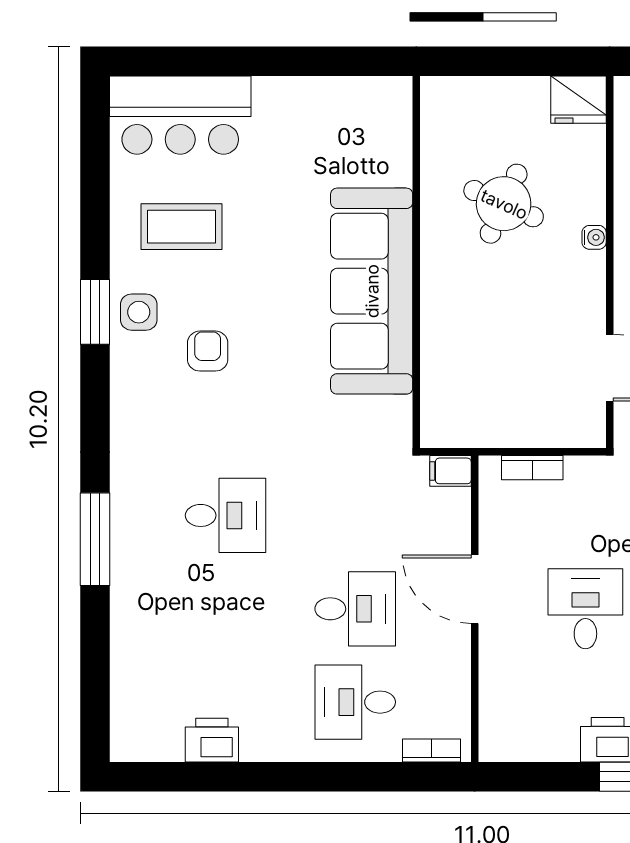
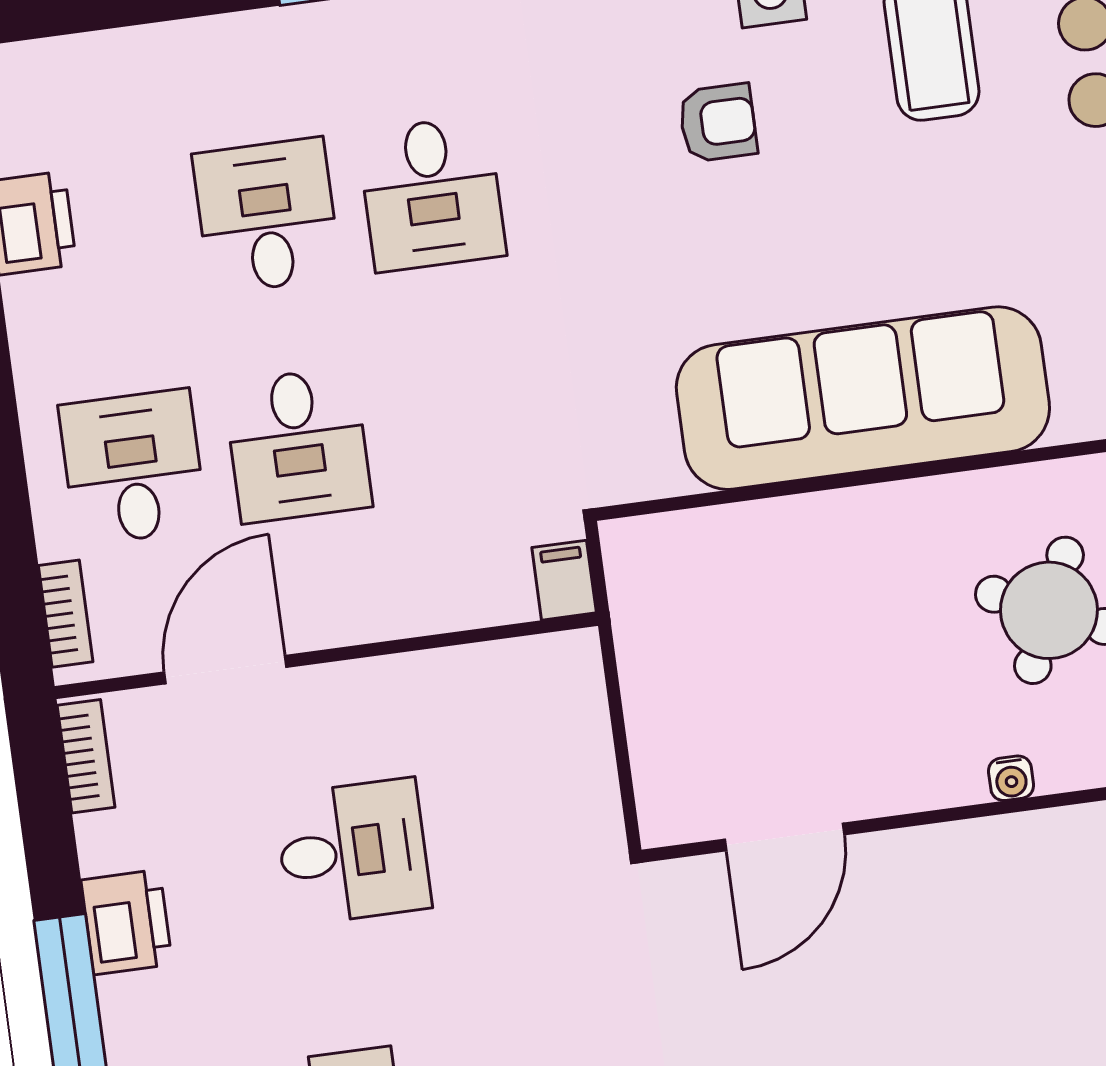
bookcase: (532, 468) -> (86, 756), moved, turned 180
door: (475, 589) -> (225, 670), moved
desk: (226, 609) -> (267, 216), added

